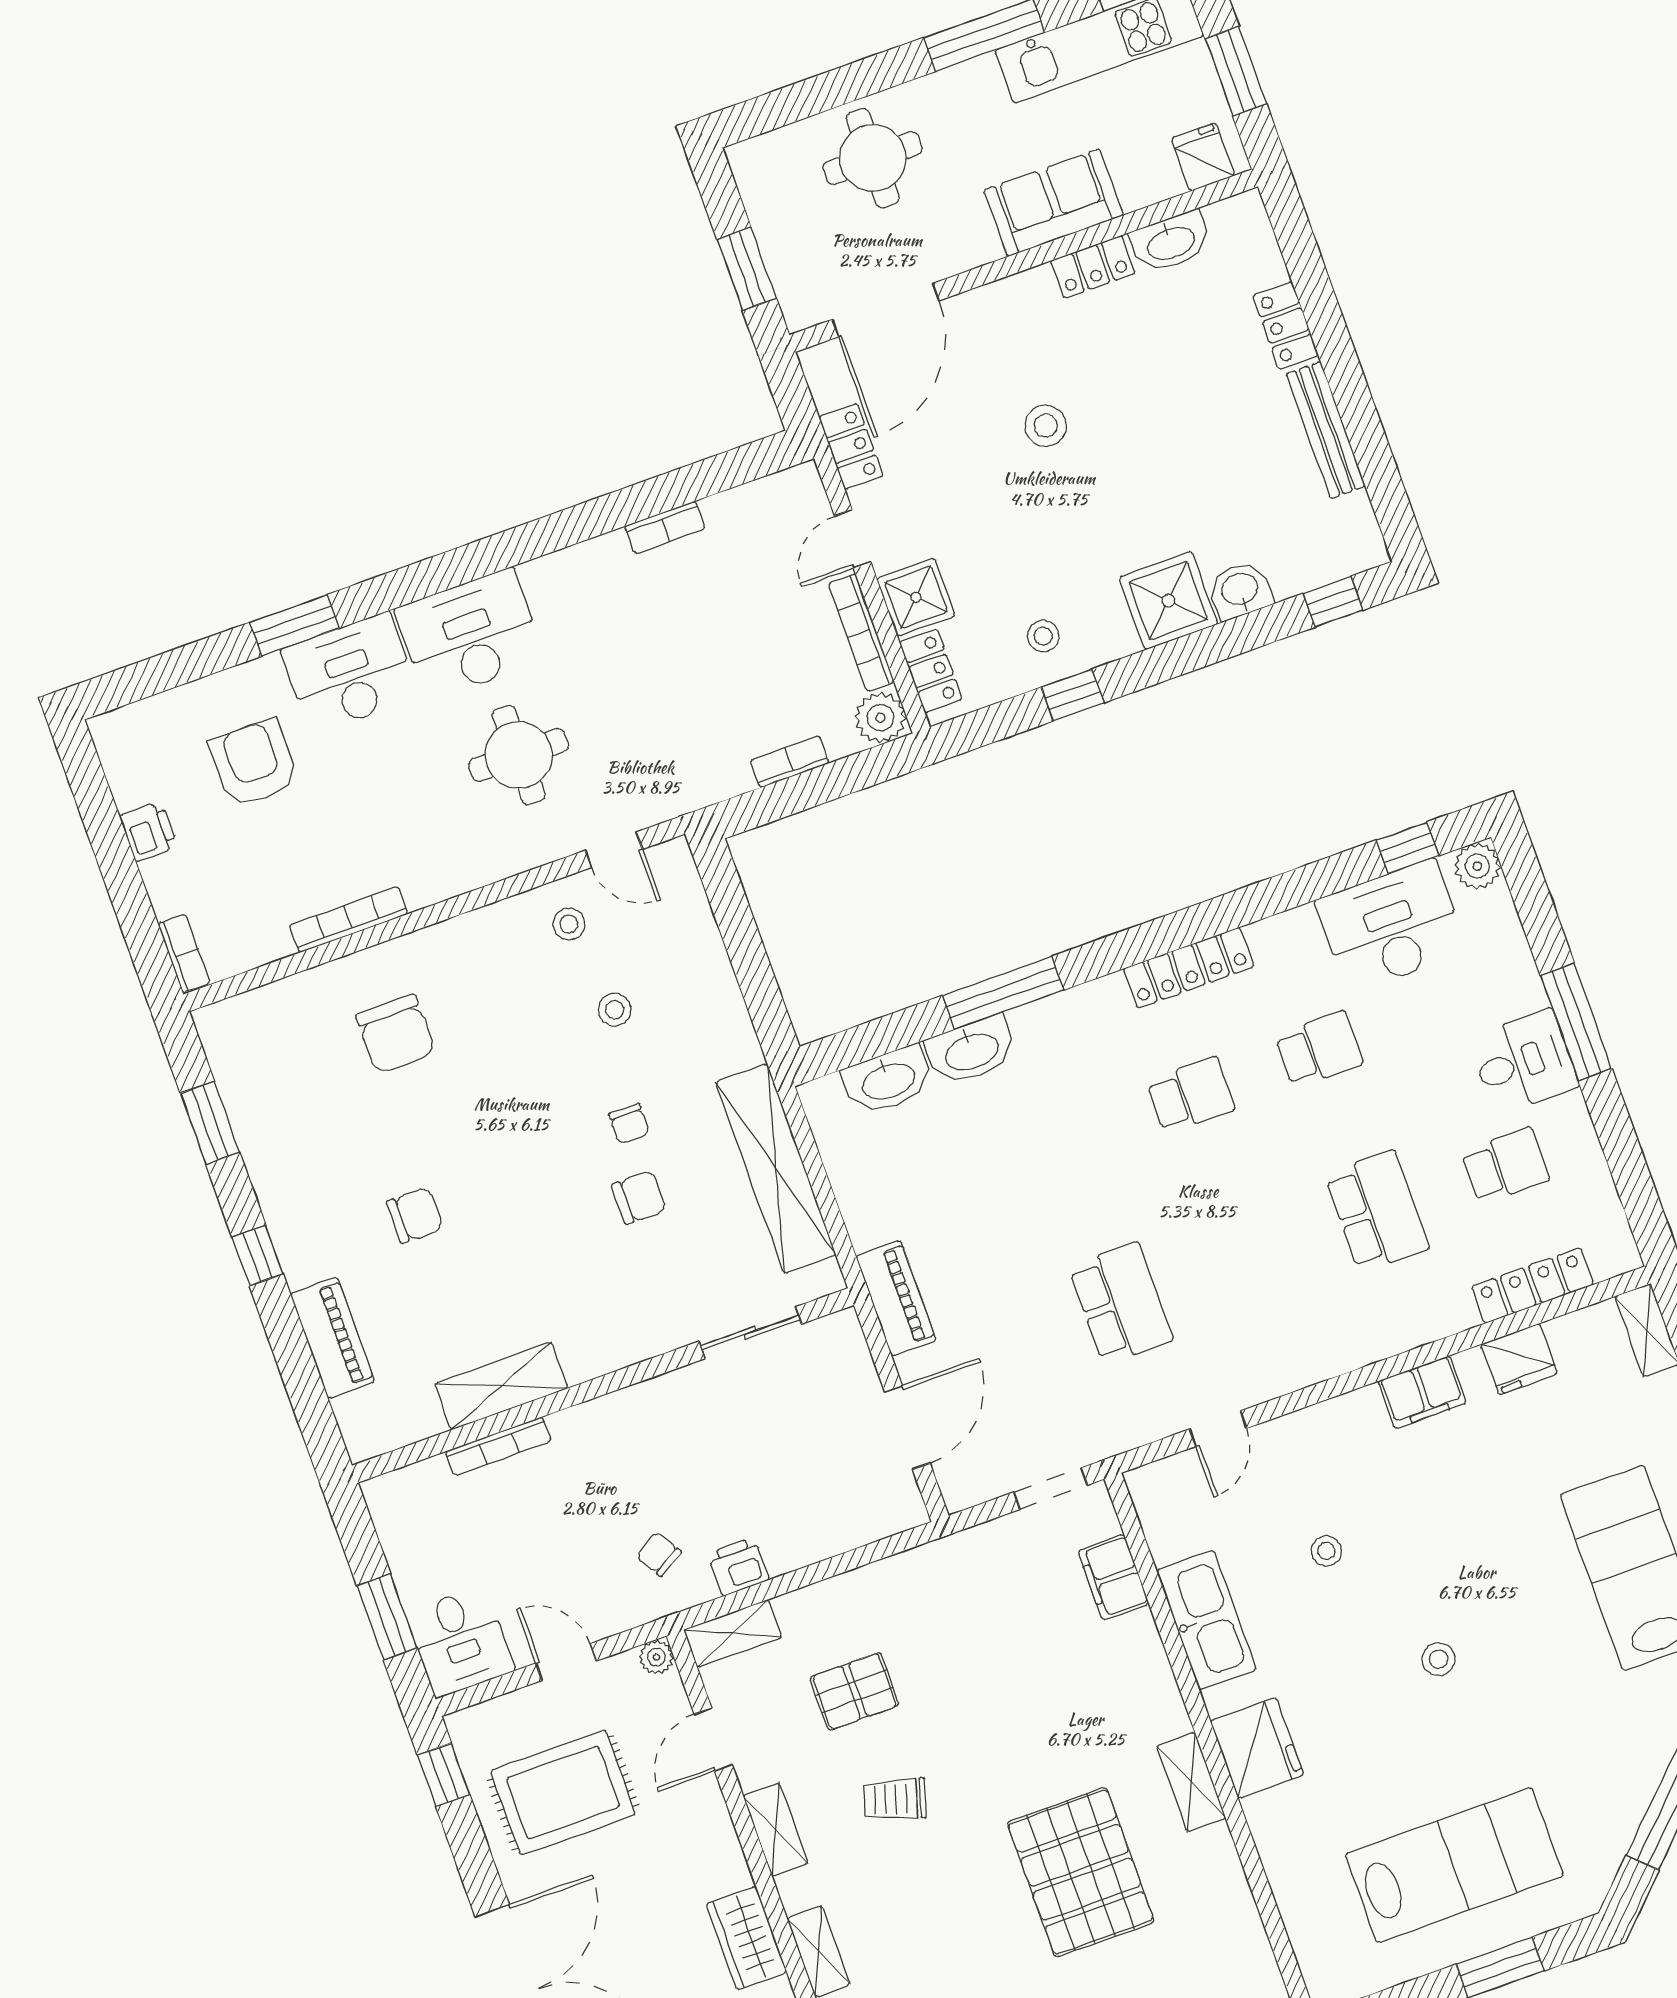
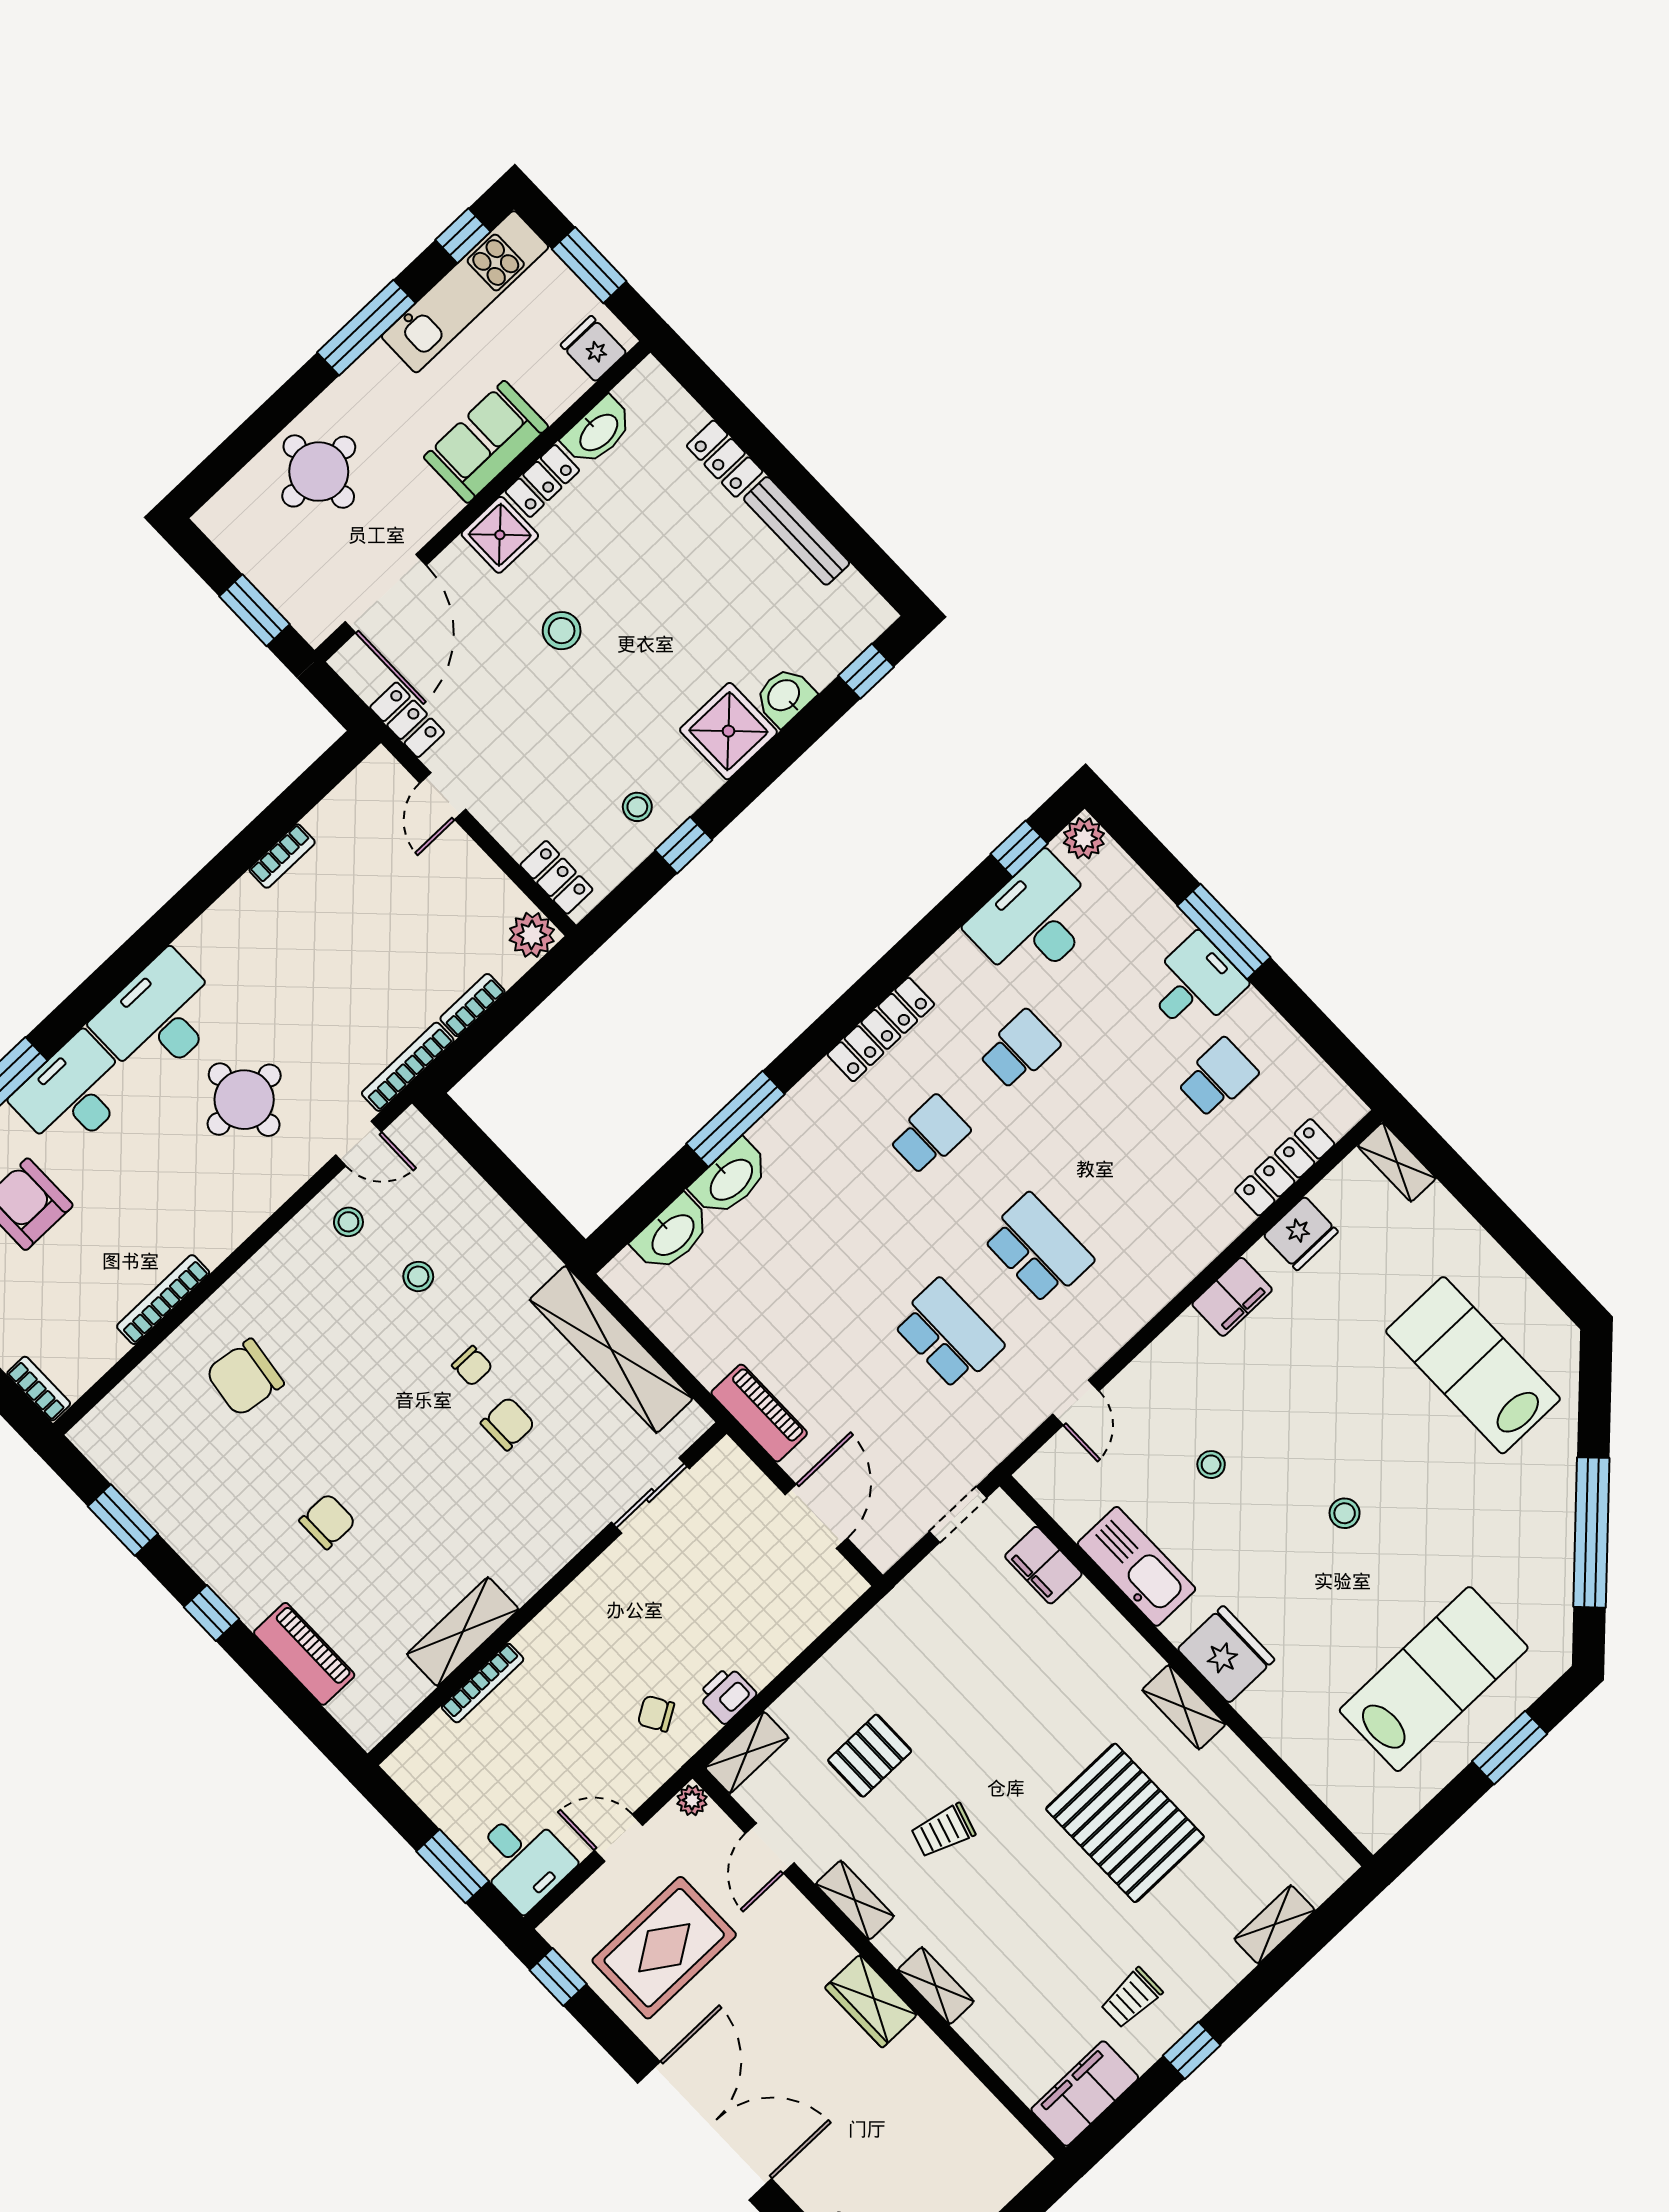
shower: (916, 597) -> (500, 535), moved
bookcase: (861, 633) -> (408, 1067), moved, turned 90
chair: (396, 1034) -> (245, 1378), turned 98
school desk: (1377, 1212) -> (1038, 1249), moved

